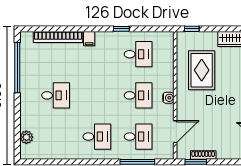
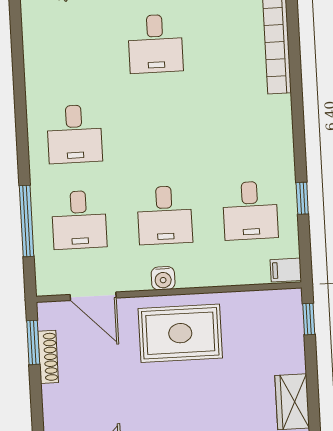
window: (121, 29) -> (302, 198), moved
filing cabinet: (89, 39) -> (286, 270), moved
rug: (202, 70) -> (180, 333), moved

